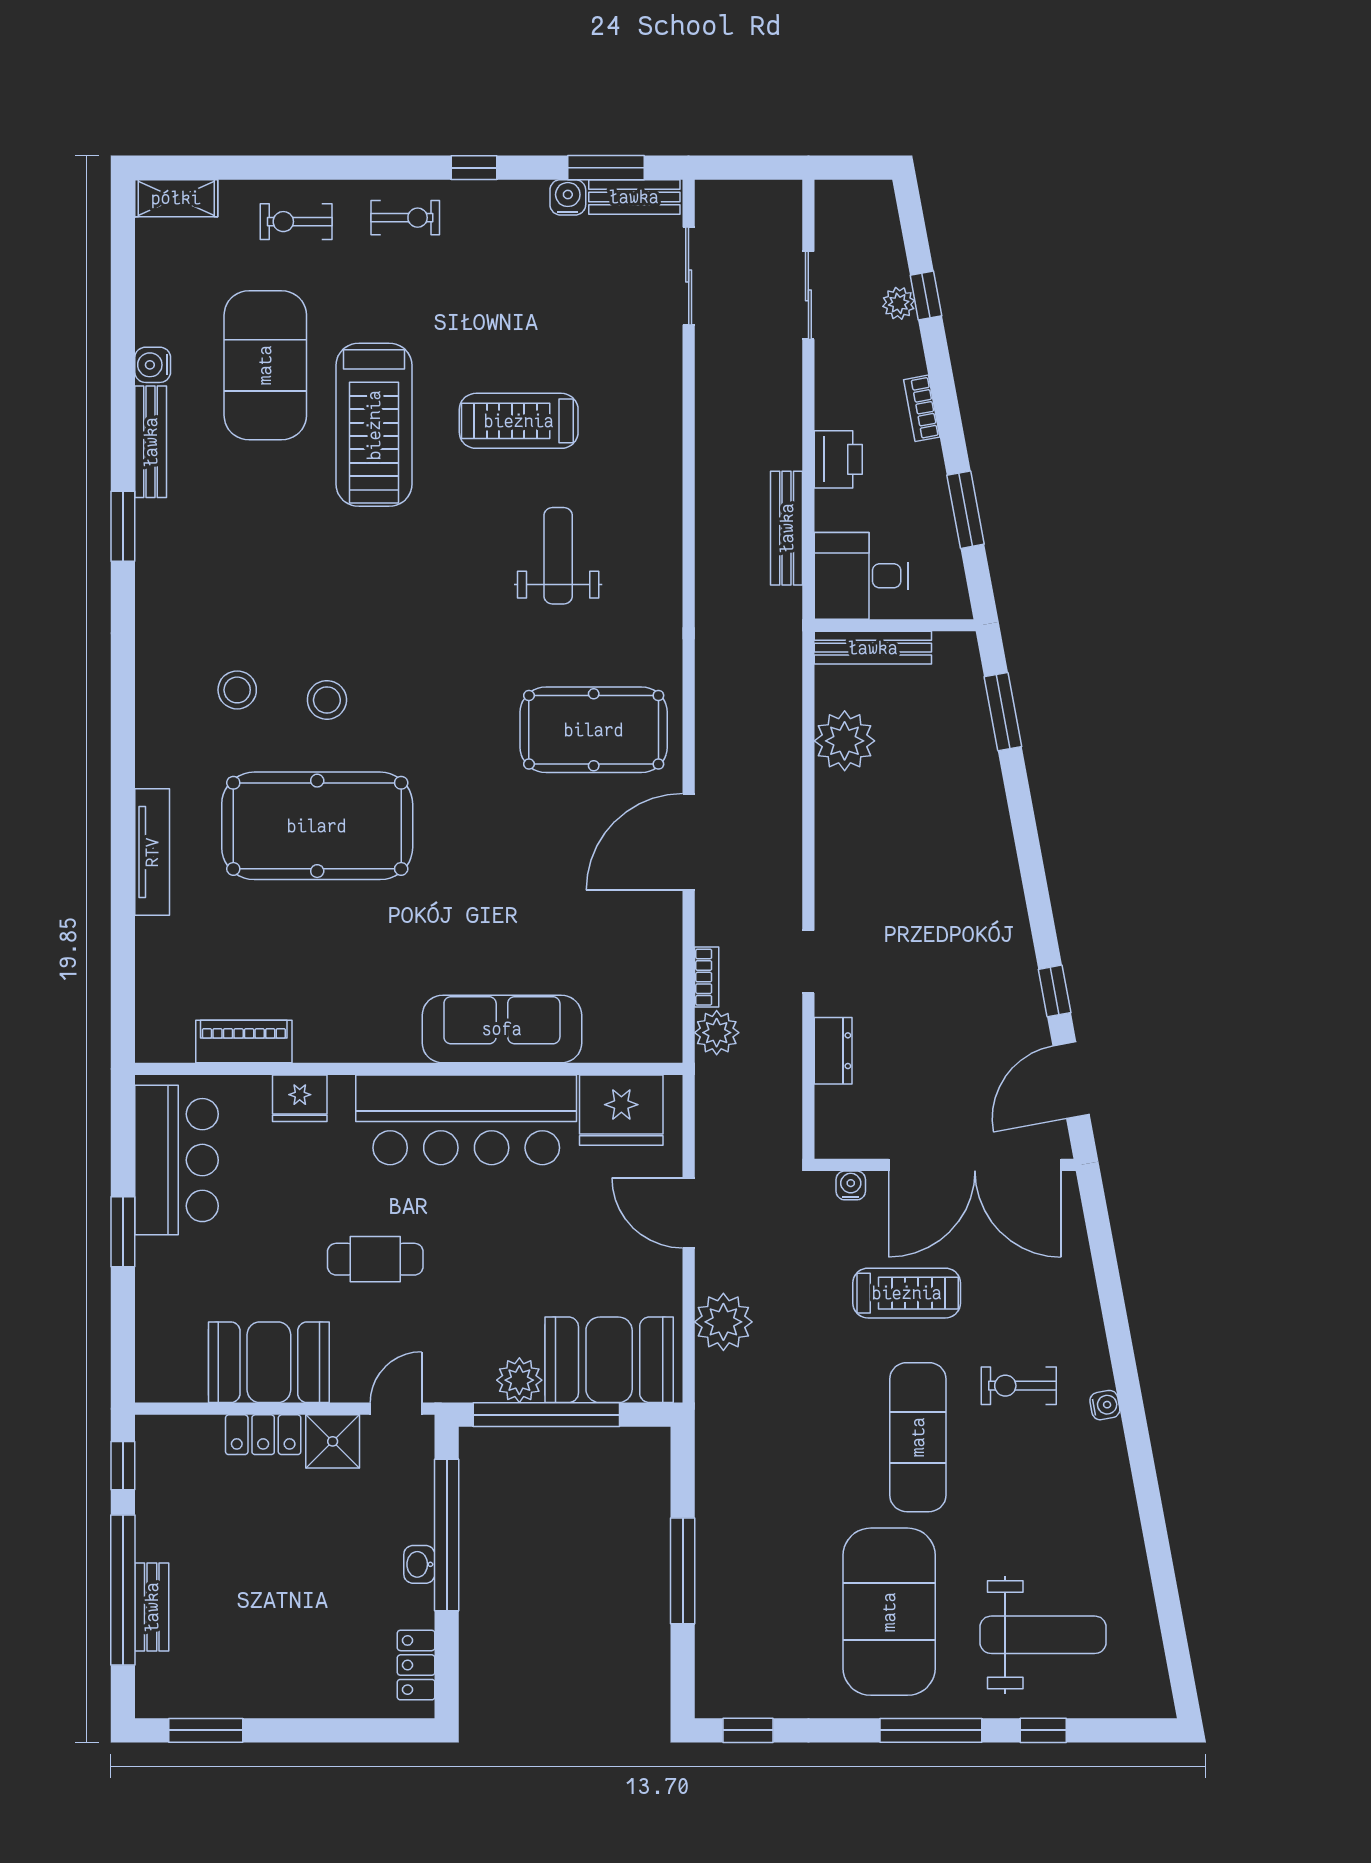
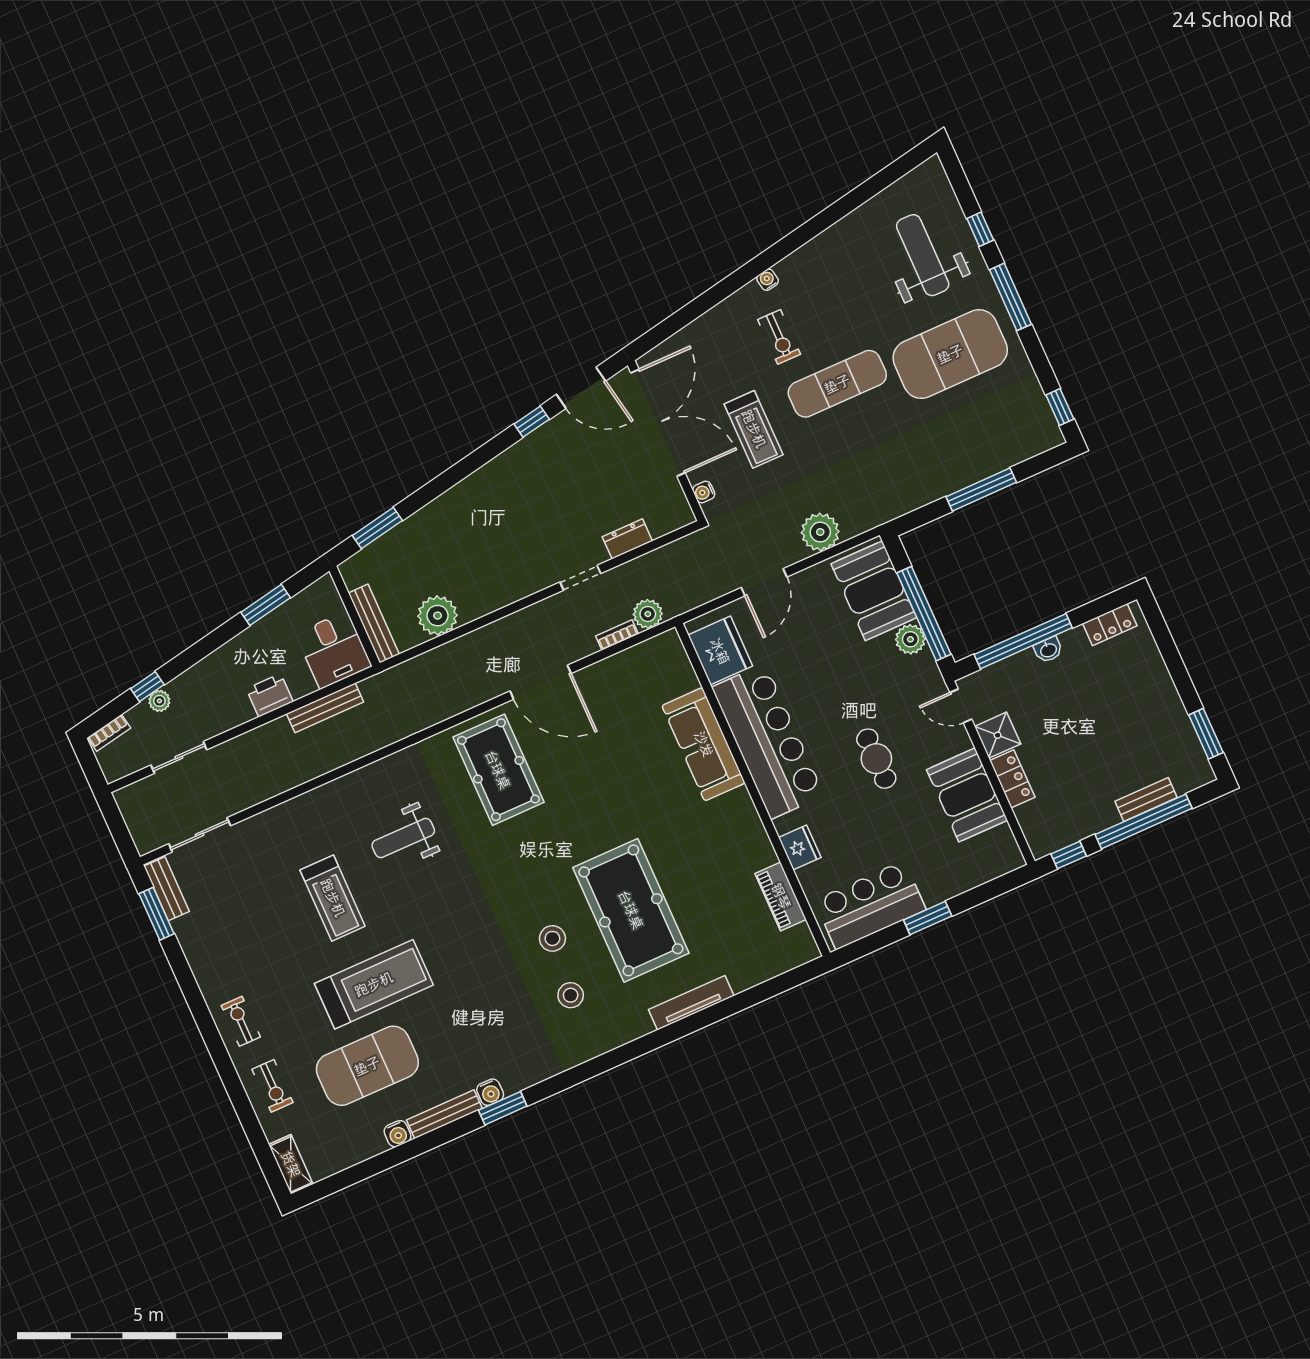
window: (474, 168) -> (192, 993), removed
water cooler: (568, 197) -> (490, 1092), moved, turned -90
bookcase: (922, 408) -> (109, 733), moved
treadmill: (907, 1293) -> (754, 429), turned 180

